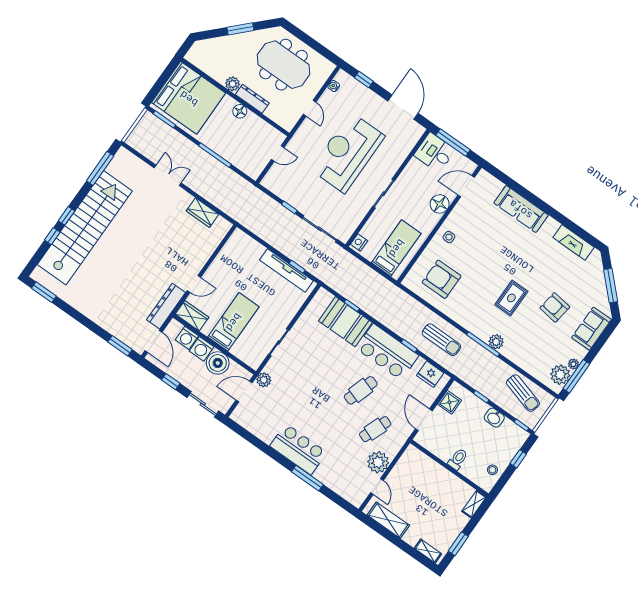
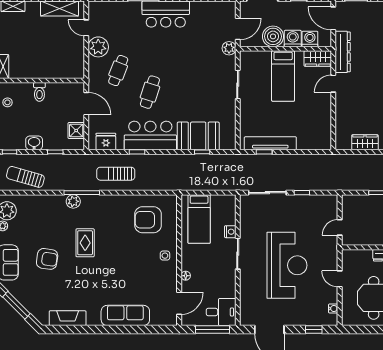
floor lamp: (440, 204) -> (186, 276), width x0.53, depth x0.53
nightstand: (359, 242) -> (230, 232), moved
armchair: (442, 279) -> (148, 220), turned 180

